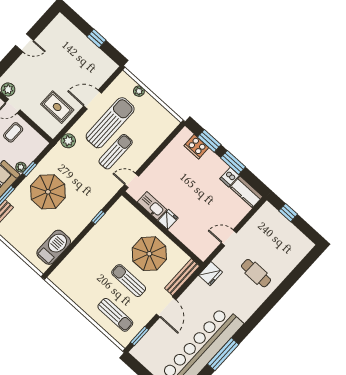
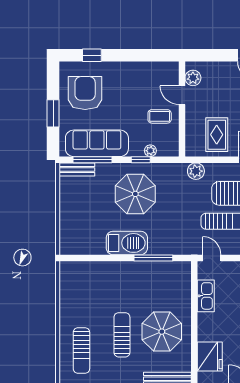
plant: (21, 167) -> (150, 151), moved
window: (98, 217) -> (153, 258), width x2.17
fridge: (168, 219) -> (210, 356), moved, width x1.88, depth x1.34
barbecue: (54, 247) -> (127, 243), moved

